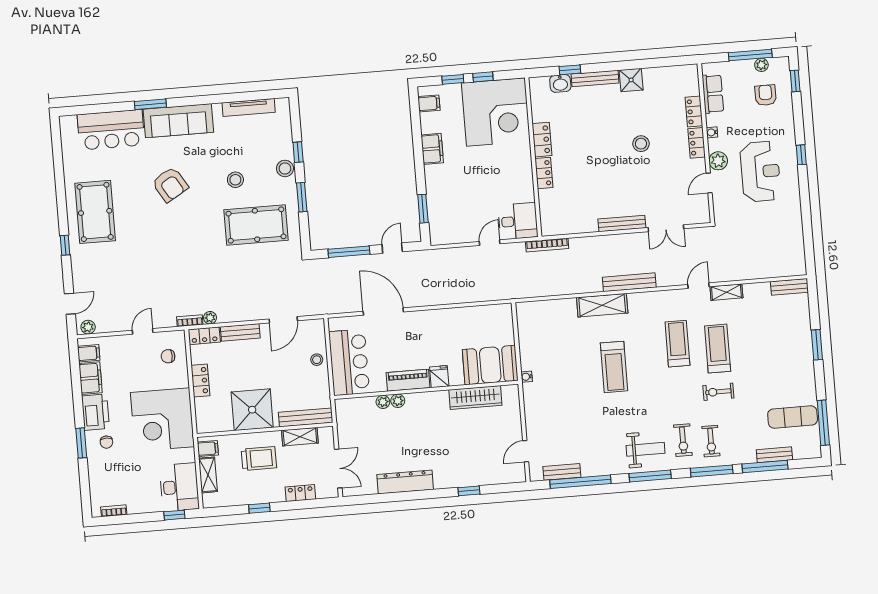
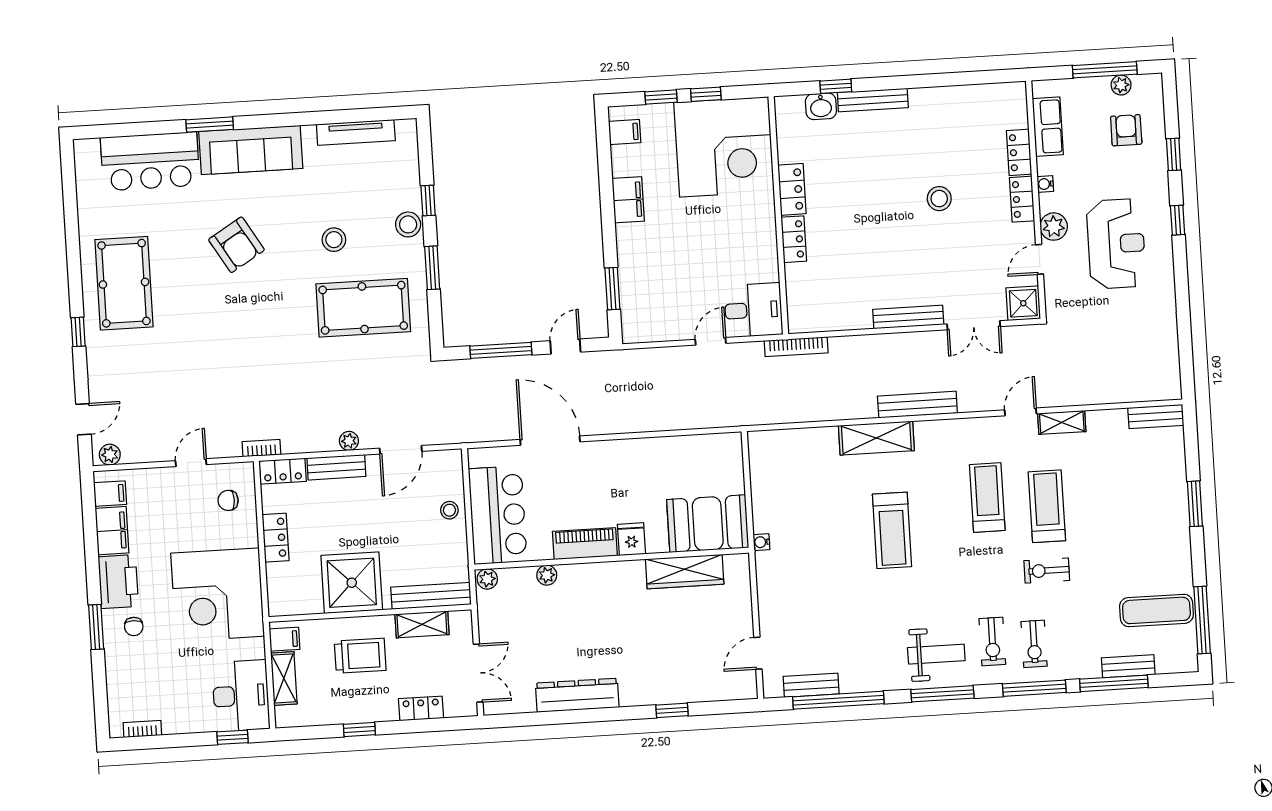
shower: (631, 80) -> (1023, 303), moved
window: (795, 81) -> (1174, 154), moved
plant: (210, 318) -> (349, 441), moved
plant: (398, 401) -> (487, 579), moved

